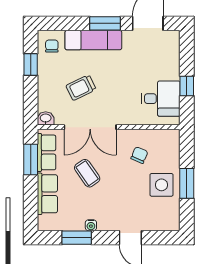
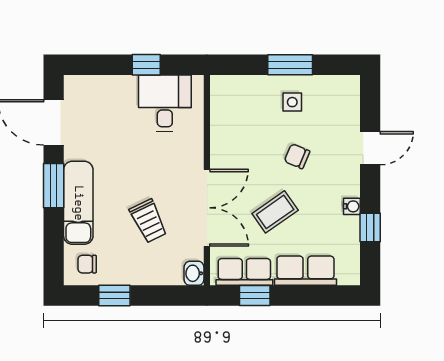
chair: (139, 155) -> (297, 156), moved
window: (31, 160) -> (255, 296), width x0.67
side table: (161, 185) -> (292, 102), width x0.54, depth x0.54
window: (77, 238) -> (370, 228), width x0.67

